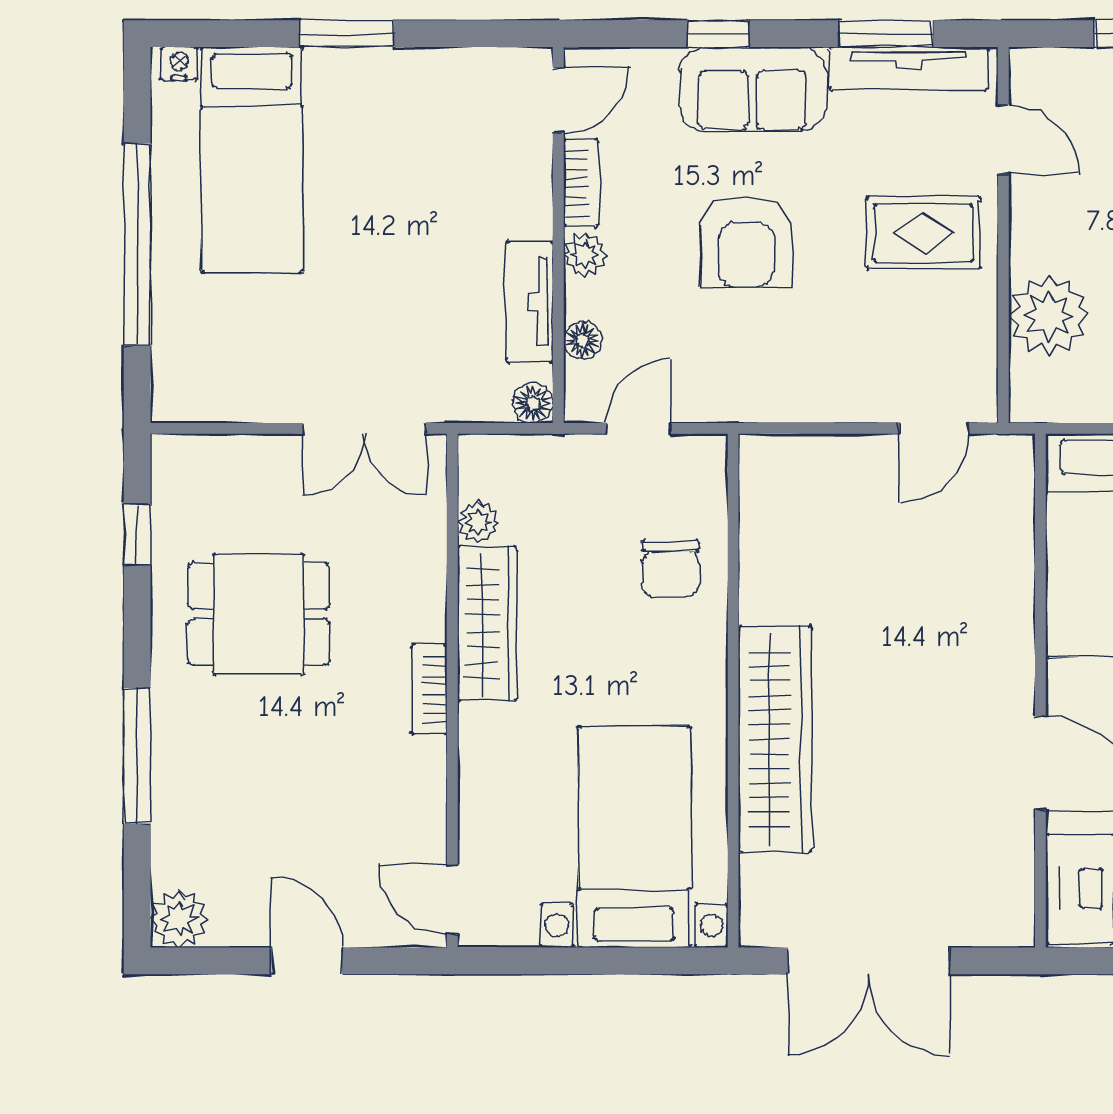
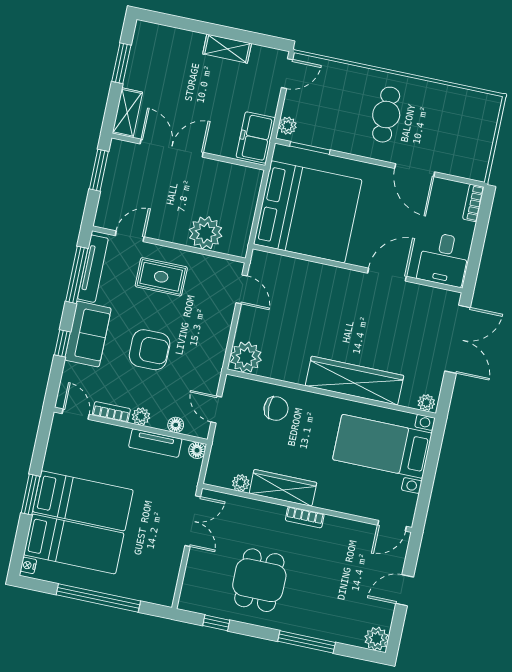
window: (886, 34) -> (77, 275), width x1.44
bed: (358, 160) -> (83, 501), added
rug: (923, 233) -> (161, 277), turned 90
plant: (777, 472) -> (246, 357), added
plant: (759, 919) -> (426, 403), added
double door: (869, 961) -> (458, 339), moved

